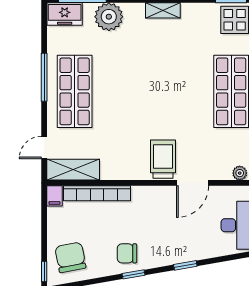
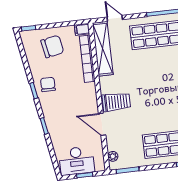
shelving: (73, 170) -> (103, 49), width x1.47
chair: (70, 257) -> (52, 46), moved

